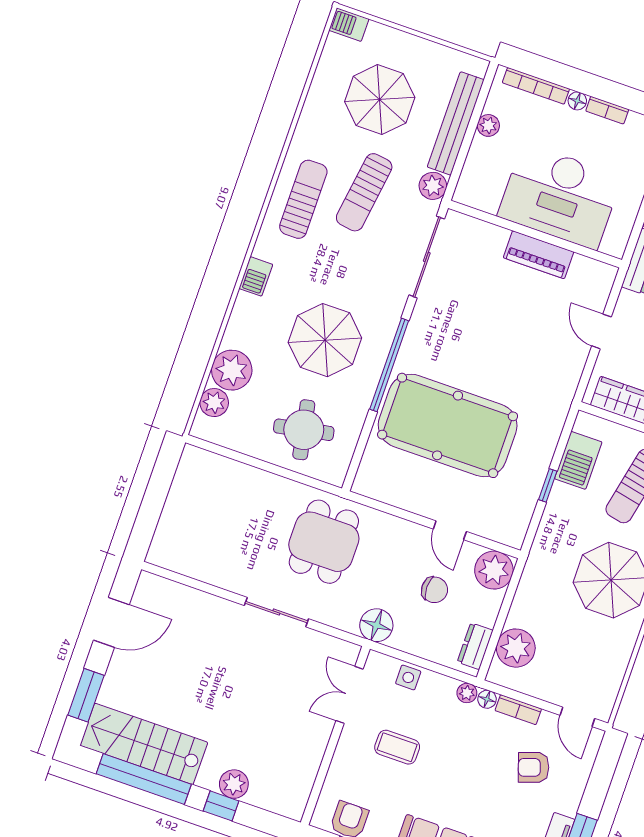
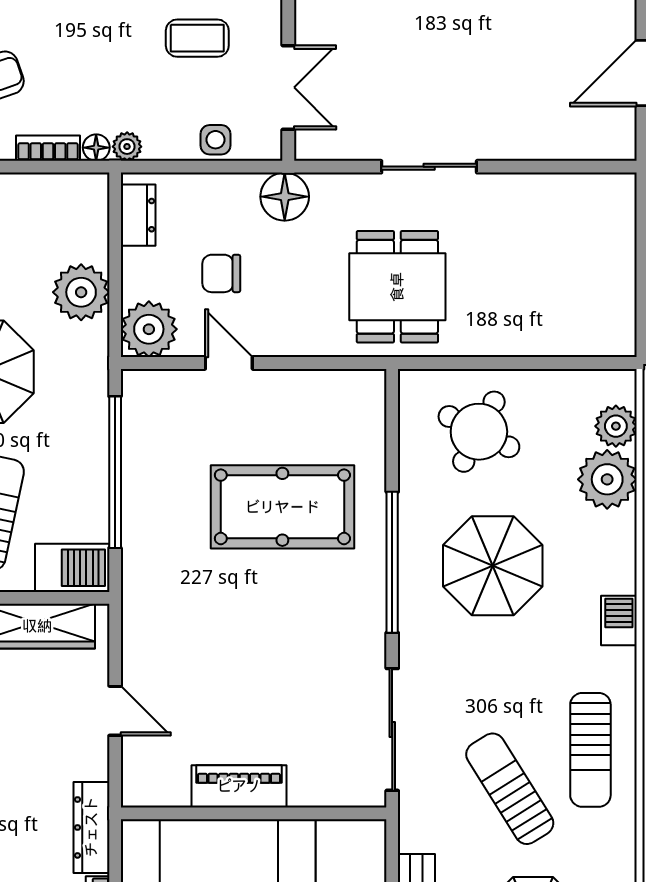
plant: (433, 186) -> (418, 831), removed
sun lounger: (364, 192) -> (510, 789), turned -40
pool table: (448, 425) -> (282, 507), width x0.73, depth x0.76
round table: (304, 430) -> (479, 432), turned 38
barbecue: (578, 460) -> (72, 568), moved, turned 90
window: (548, 485) -> (115, 472), width x3.17
plant: (516, 648) -> (81, 292), moved

